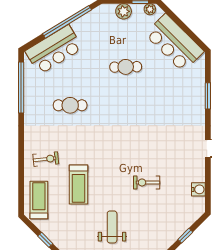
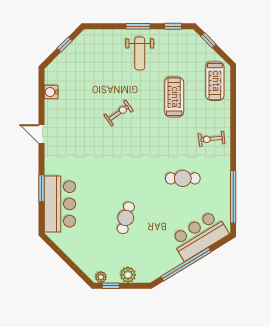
bar counter: (174, 43) -> (60, 204), moved, turned 45
cafe table: (126, 67) -> (126, 218), turned -73
exercise bike: (46, 159) -> (212, 139), moved
exercise bike: (147, 182) -> (119, 113), moved, turned -35

